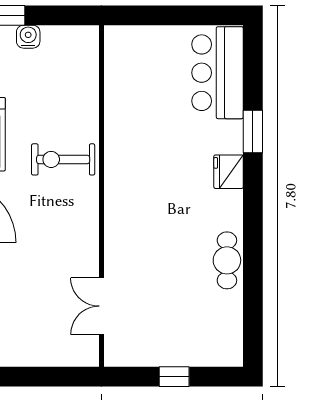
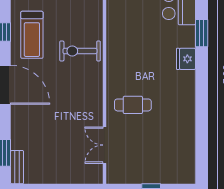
cafe table: (227, 260) -> (133, 105), moved, turned 90

